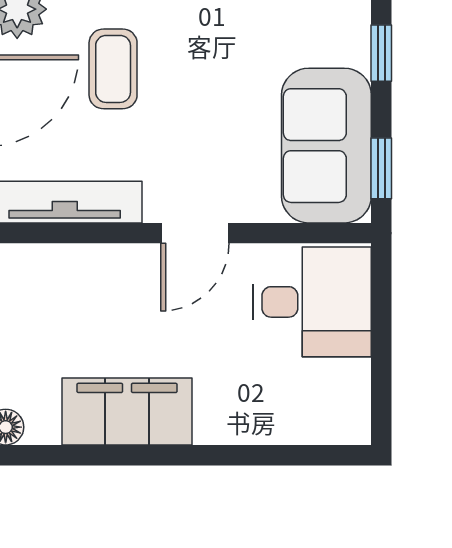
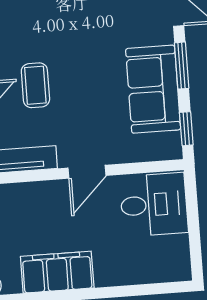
window: (381, 53) -> (182, 66), width x1.50
sofa: (326, 146) -> (153, 89), moved

